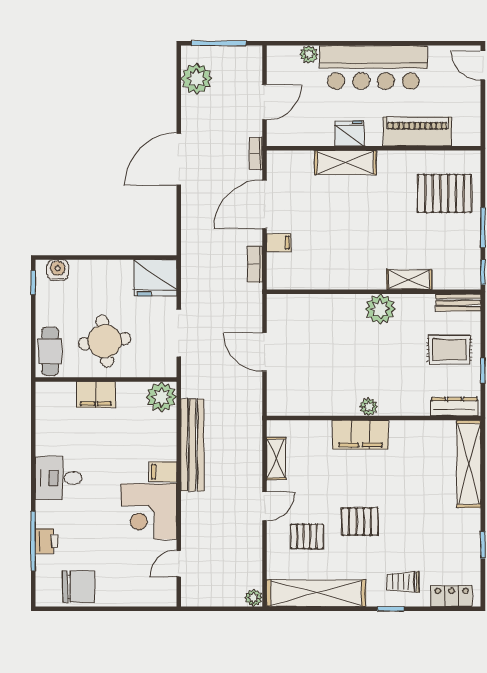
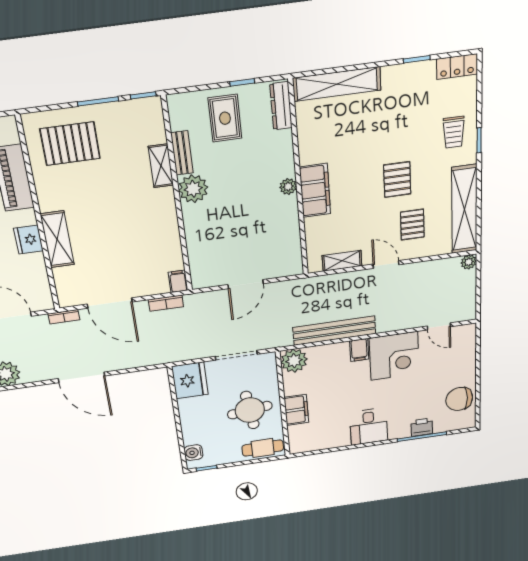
pallet: (444, 193) -> (70, 144), turned 90
filing cabinet: (279, 243) -> (178, 281), moved
bench: (458, 302) -> (182, 153), moved
chair: (78, 587) -> (459, 399), turned -90
locker: (452, 596) -> (457, 67), moved, turned -90

